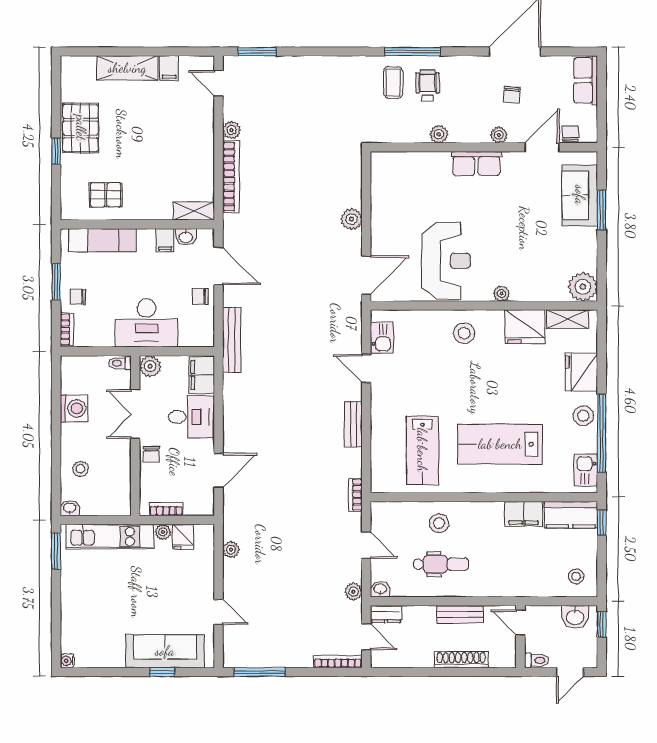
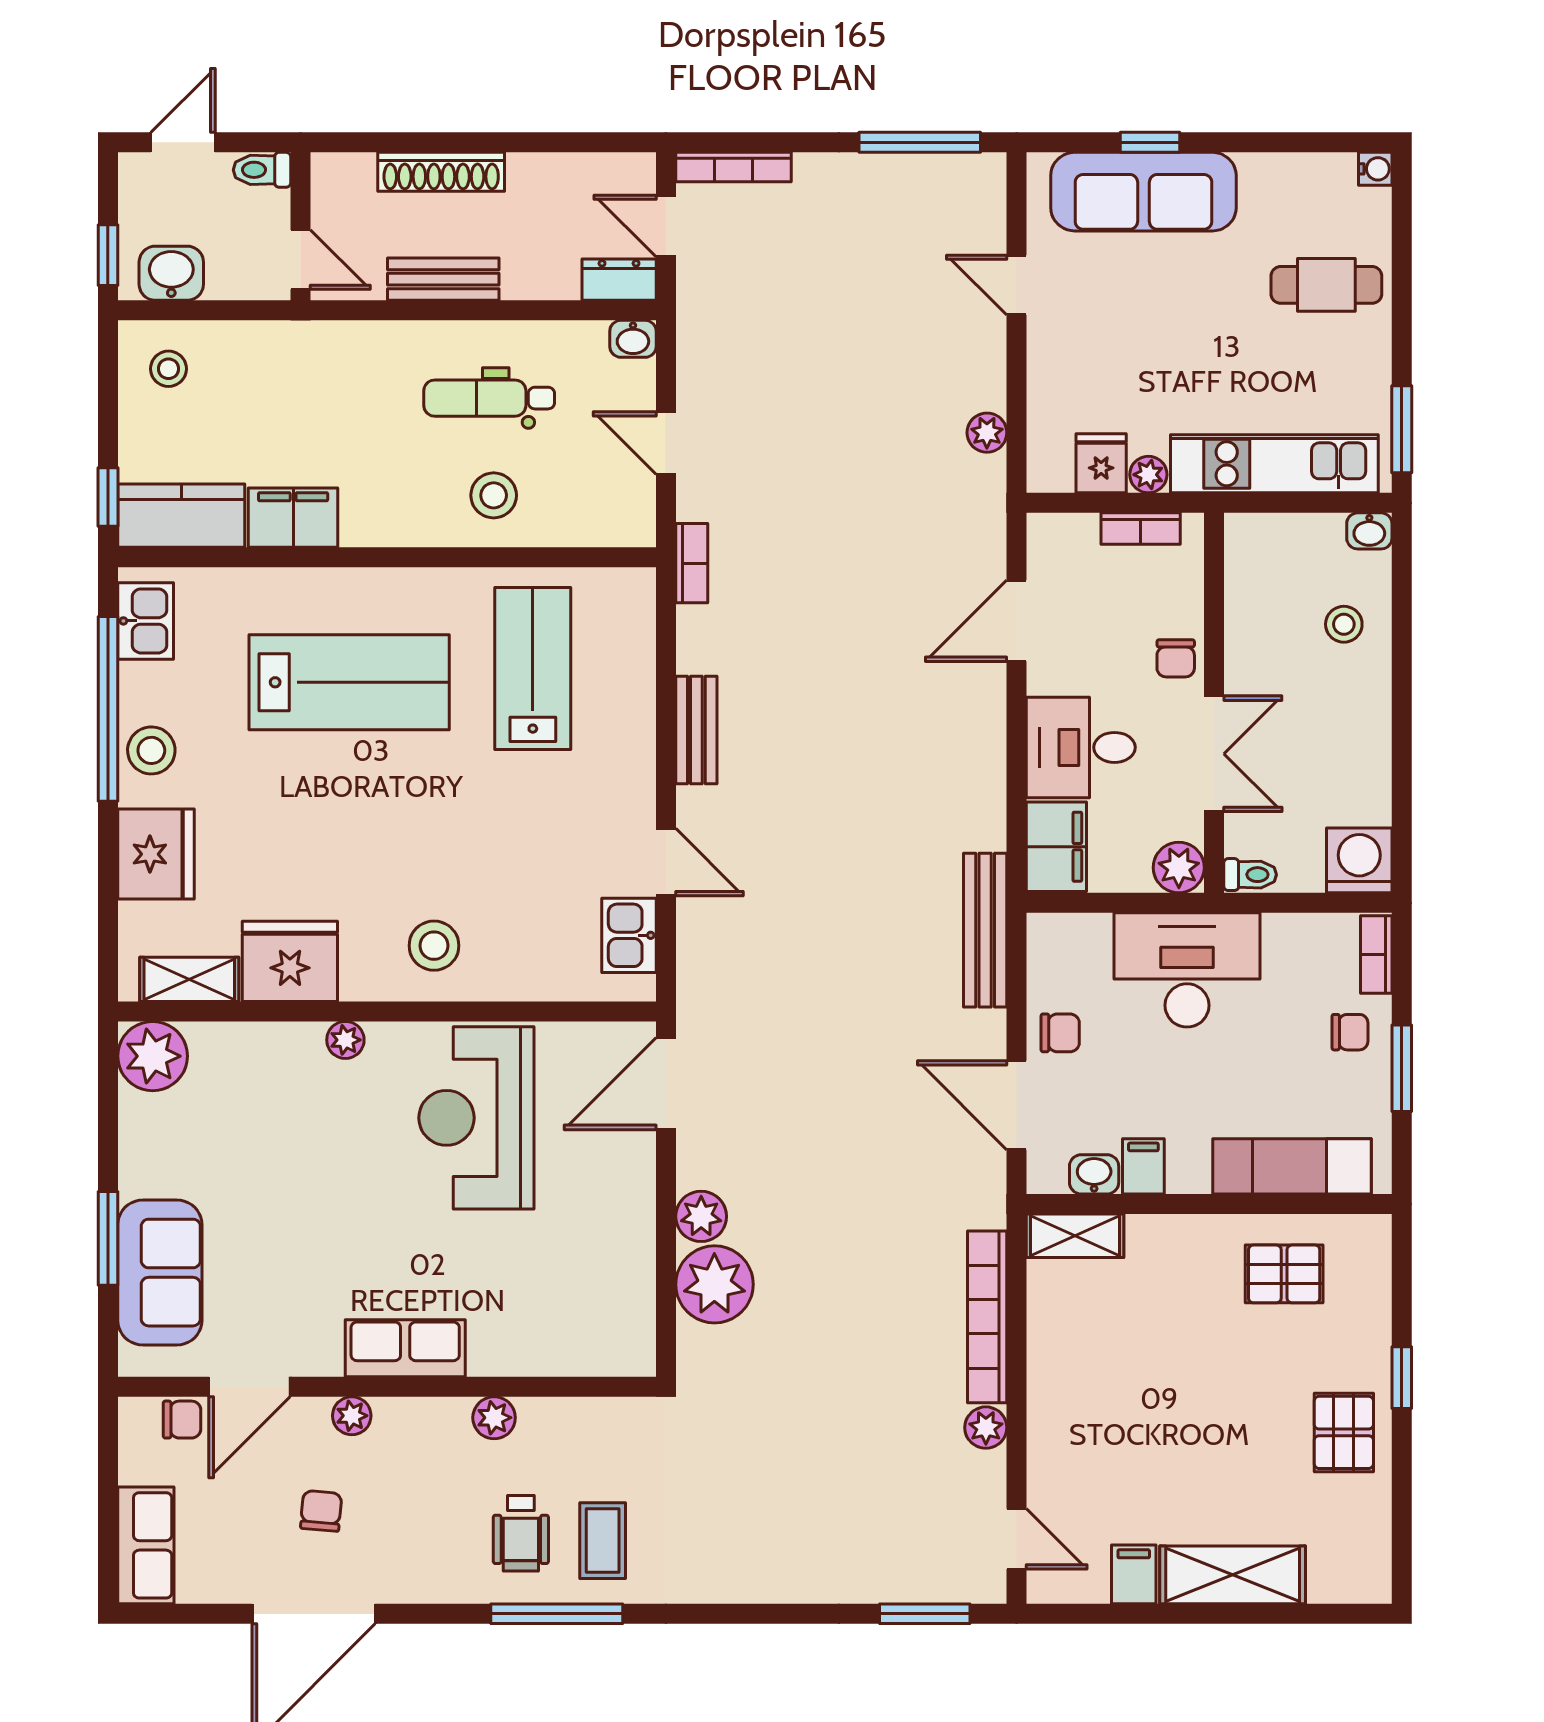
pallet: (81, 128) -> (1344, 1432), width x0.67, depth x0.71
chair: (570, 133) -> (182, 1420), turned -90
washing machine: (74, 408) -> (1359, 860), moved, turned 90
chair: (151, 454) -> (1176, 658), turned 180
plant: (353, 592) -> (714, 1284), moved, width x1.88, depth x1.88
cafe table: (88, 612) -> (1326, 285), added

